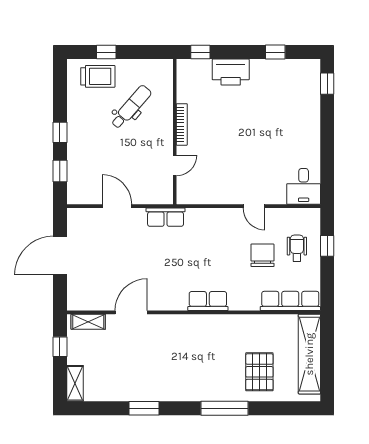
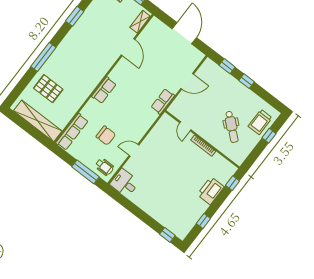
window: (327, 246) -> (85, 172), width x2.17
wheelchair: (297, 248) -> (104, 167), moved

